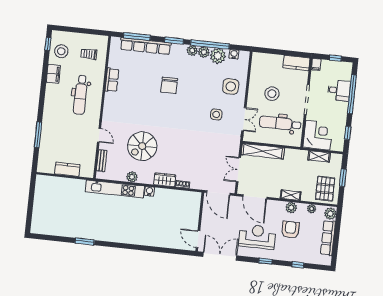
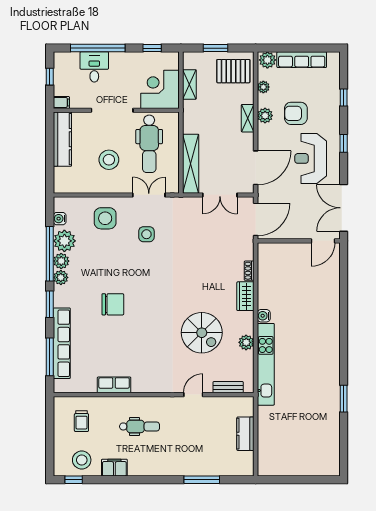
kitchen counter: (296, 63) -> (62, 139), width x1.50
dental chair: (81, 95) -> (139, 426), width x0.73, depth x0.72

